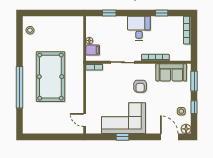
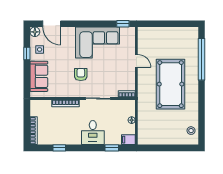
desk: (139, 28) -> (93, 133), moved
filing cabinet: (93, 50) -> (128, 140), moved
sofa: (171, 72) -> (39, 76), moved, turned 90
window: (194, 81) -> (27, 80), removed
window: (19, 87) -> (202, 59), moved
door: (85, 120) -> (136, 61), moved
window: (122, 137) -> (123, 24), moved

